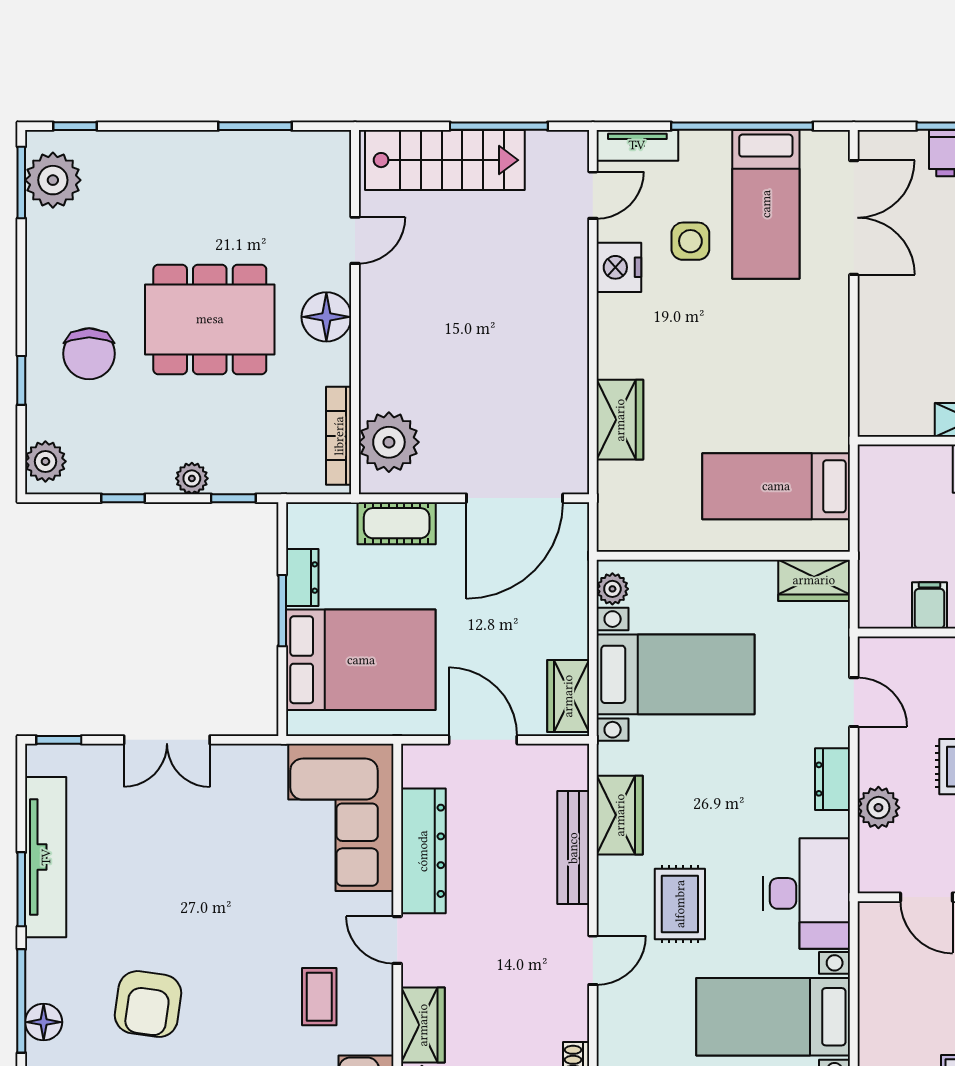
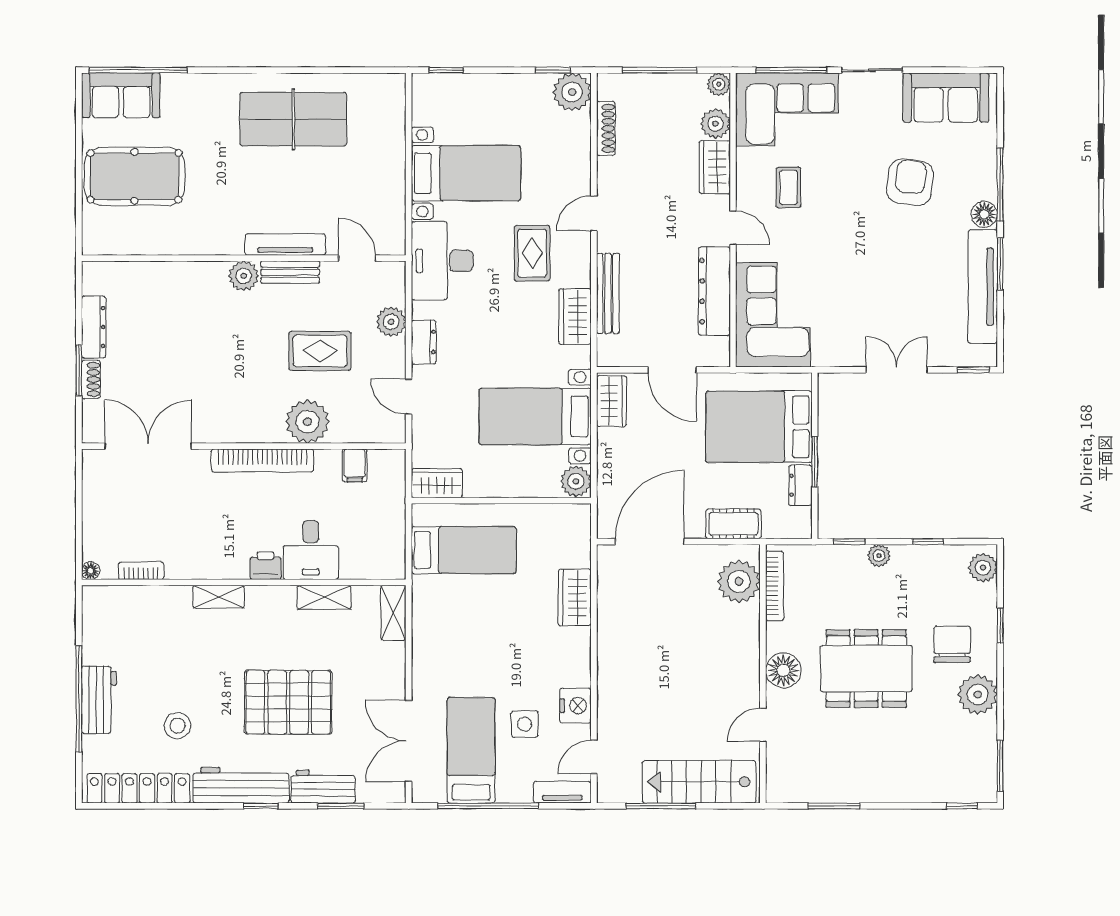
plant: (53, 180) -> (978, 695), moved
shelving: (875, 398) -> (393, 613), added
plant: (612, 589) -> (576, 481), width x1.38, depth x1.38
floor lamp: (44, 1022) -> (984, 214), moved

